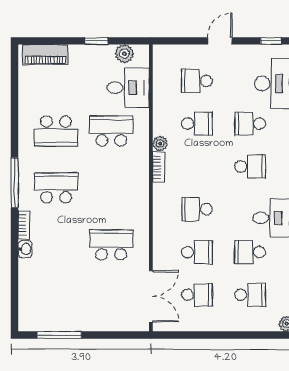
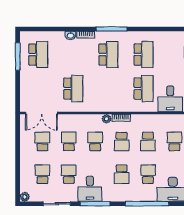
school desk: (56, 131) -> (143, 55), turned 180
plant: (160, 144) -> (107, 119), moved
school desk: (197, 166) -> (122, 141), added
school desk: (197, 252) -> (69, 141), turned 180
school desk: (197, 295) -> (42, 141), turned 180
school desk: (250, 295) -> (42, 174), turned 180
school desk: (56, 302) -> (38, 55), added

